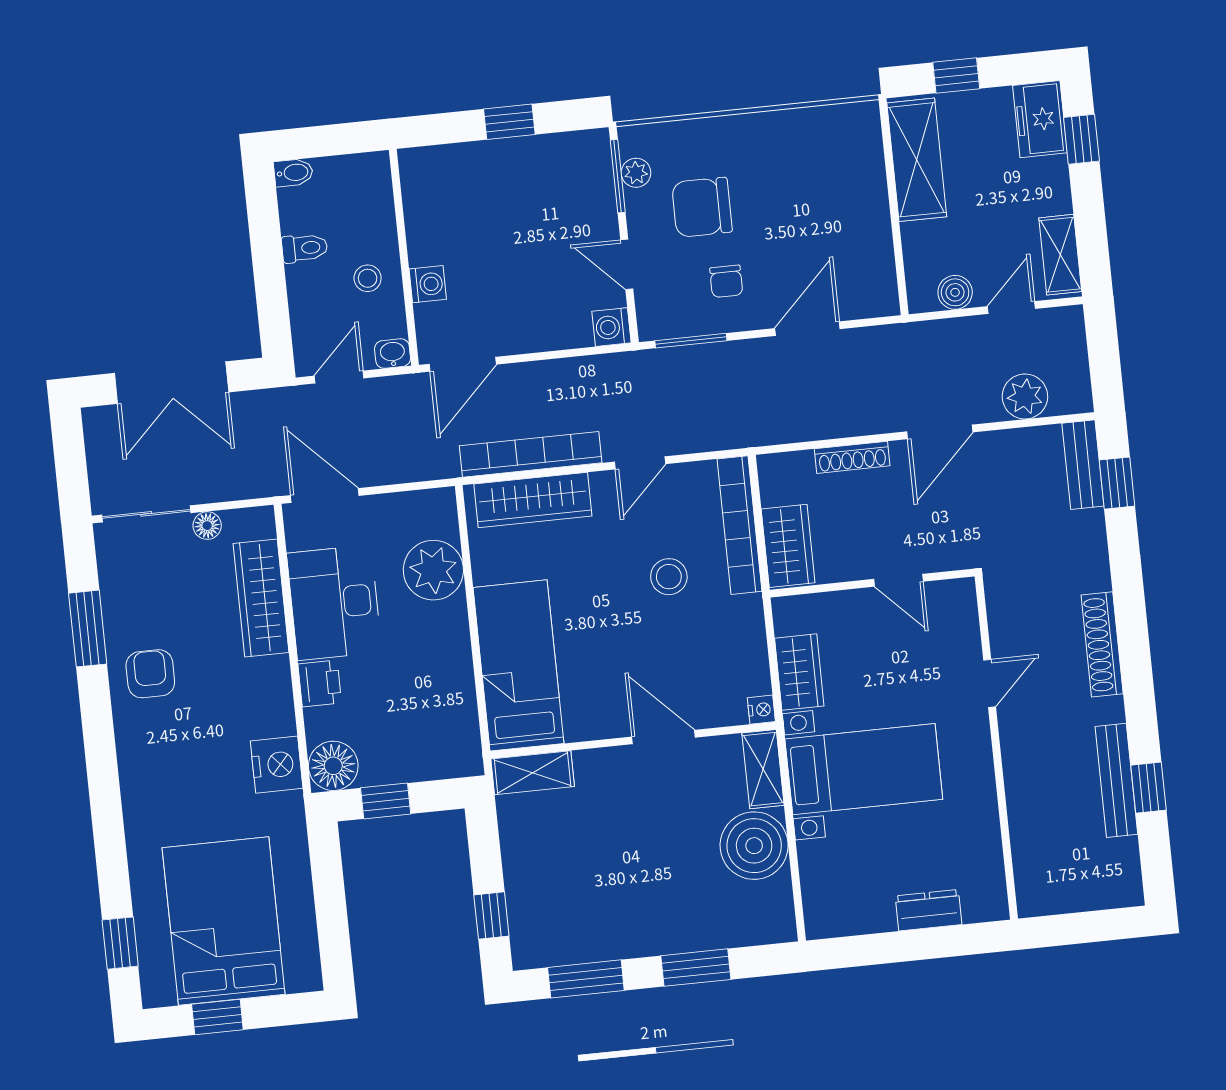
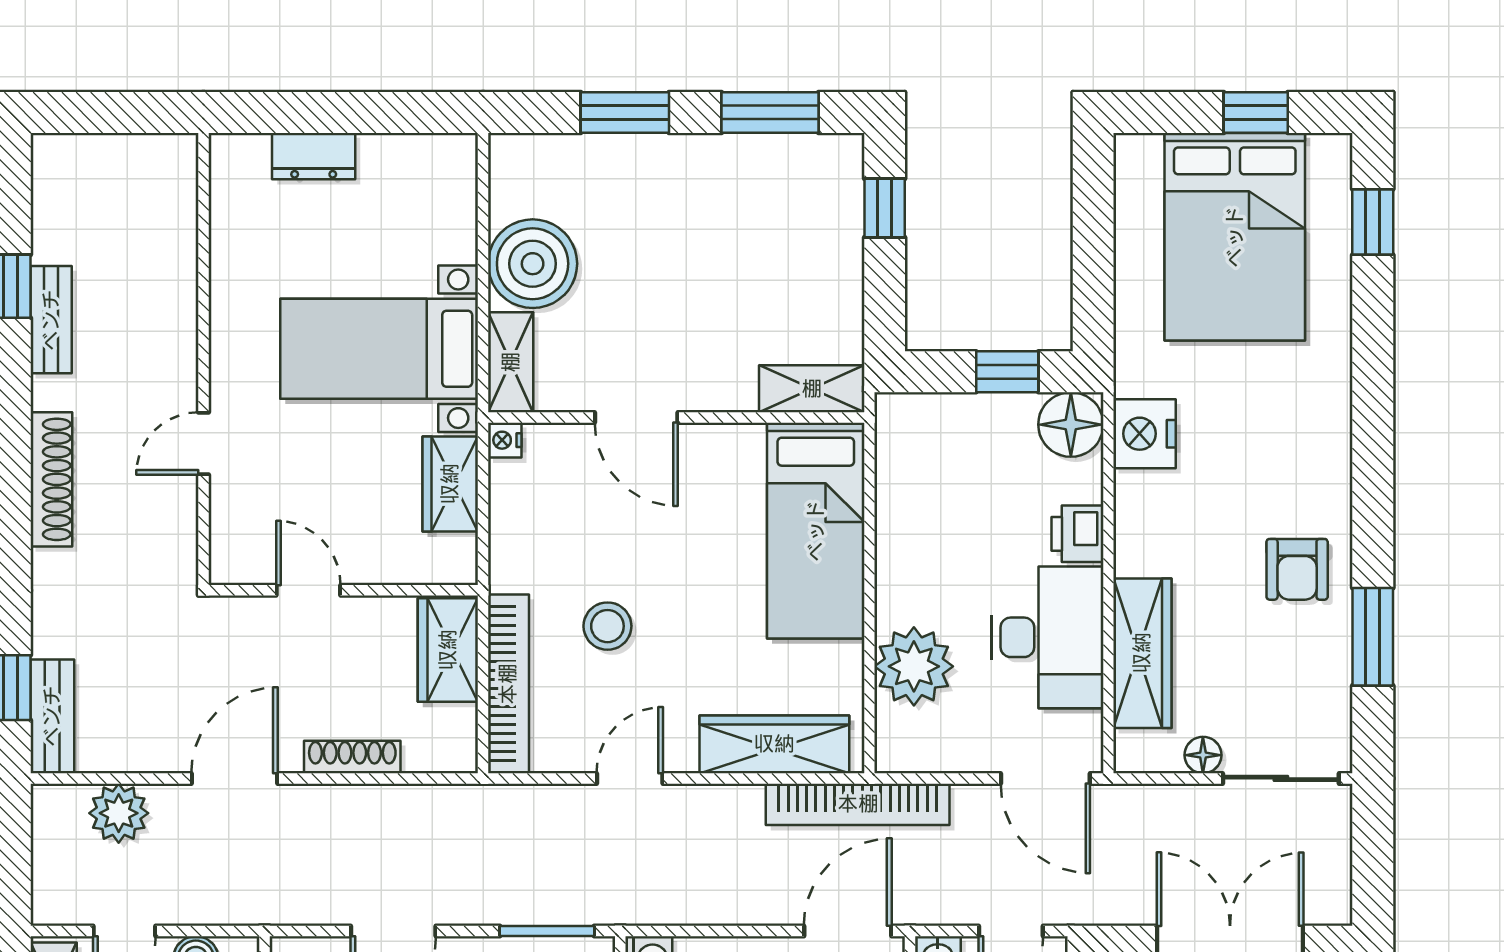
bookcase: (531, 454) -> (858, 804), moved
bench: (1116, 780) -> (51, 320), width x0.73

